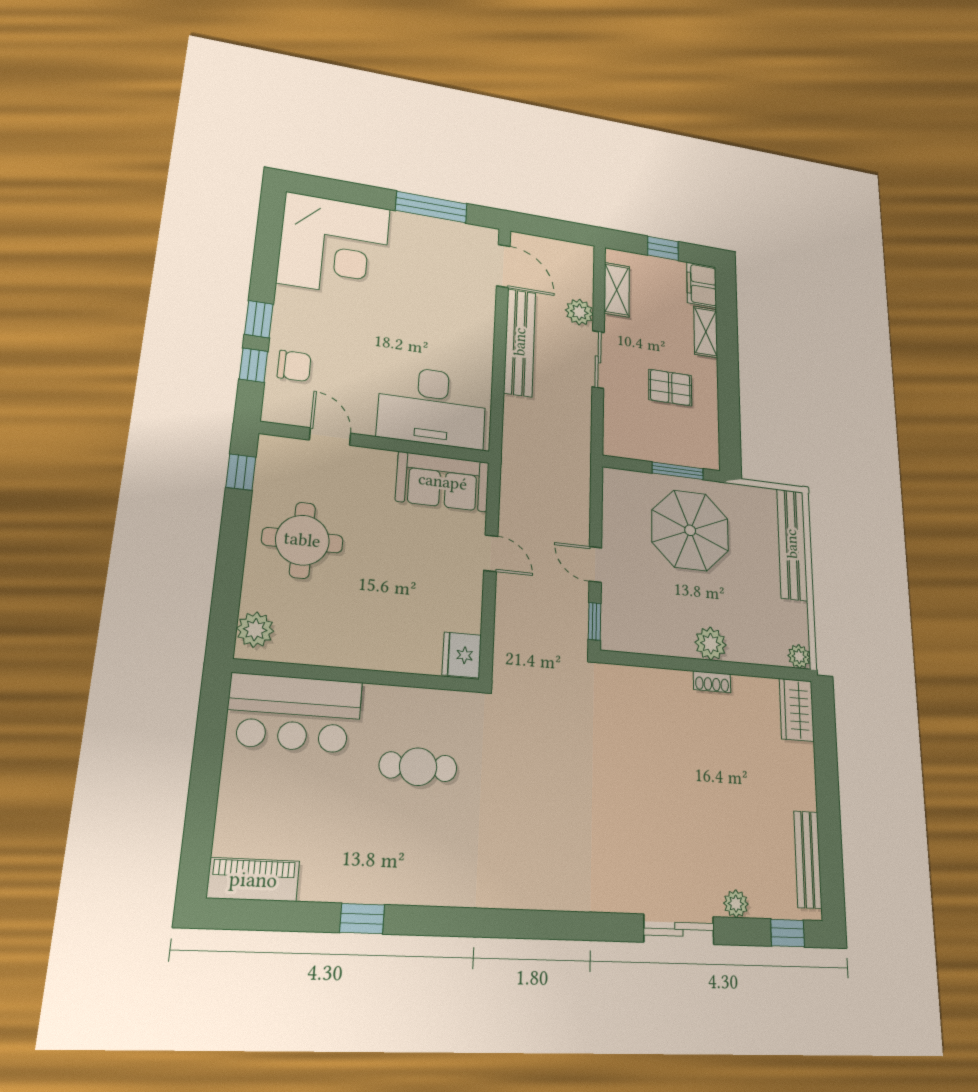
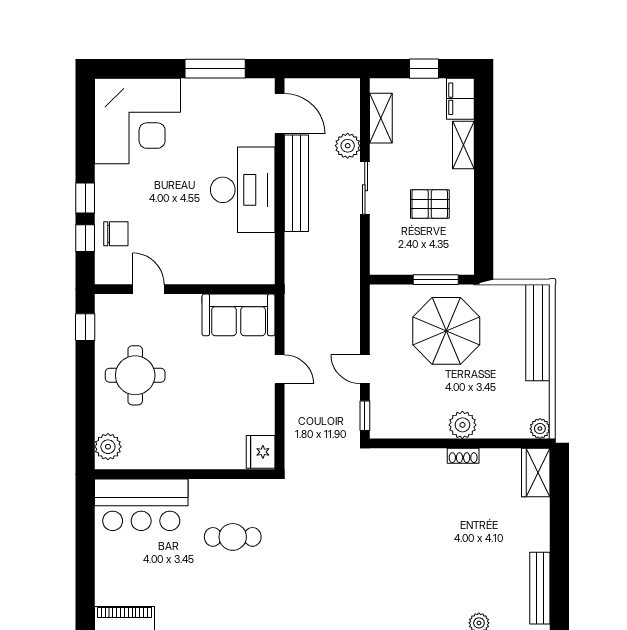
desk: (432, 407) -> (243, 190), moved, turned -90

